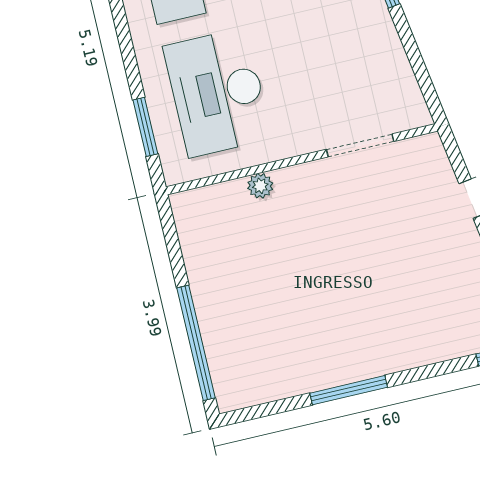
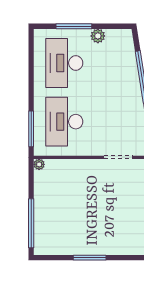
window: (145, 127) -> (31, 129), width x1.44
plant: (260, 186) -> (39, 164), moved

